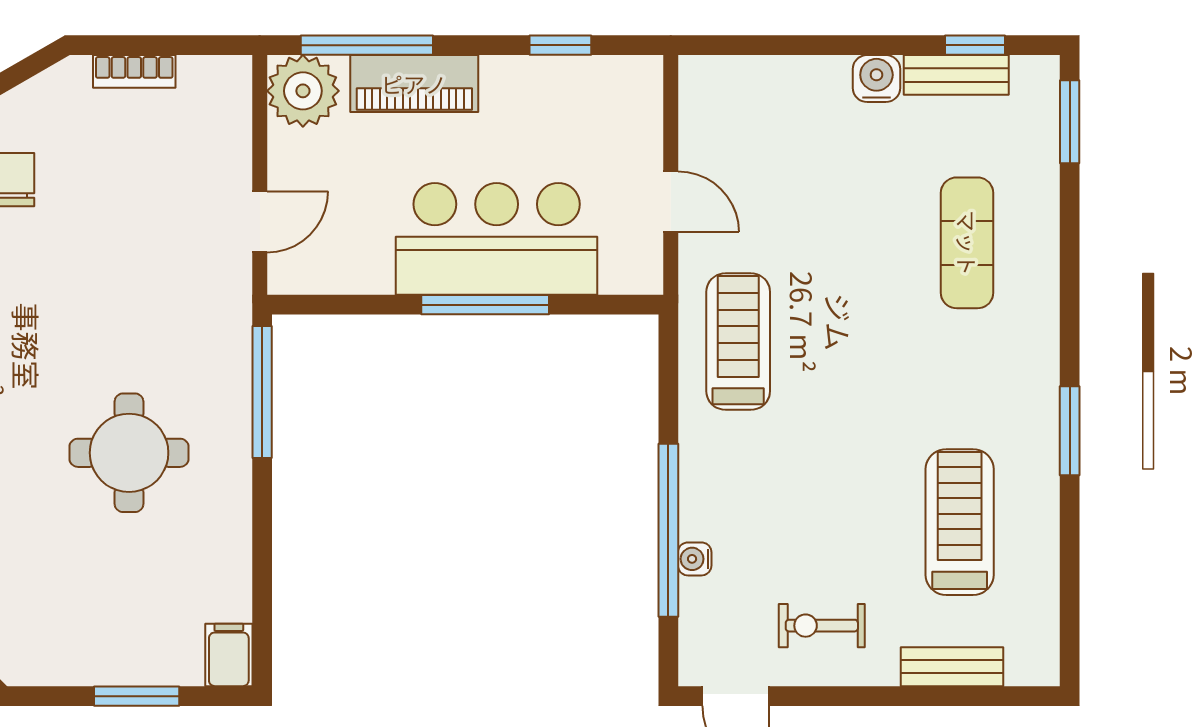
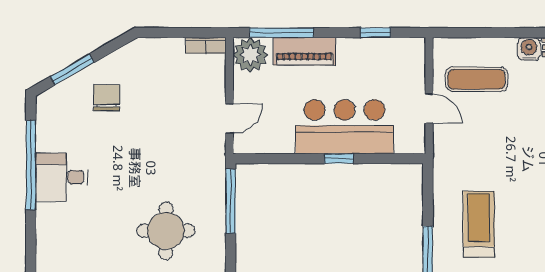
bookcase: (134, 71) -> (206, 45), moved
exercise mat: (768, 141) -> (476, 79), added
window: (485, 305) -> (339, 159), width x0.46
treadmill: (738, 342) -> (479, 224), moved

